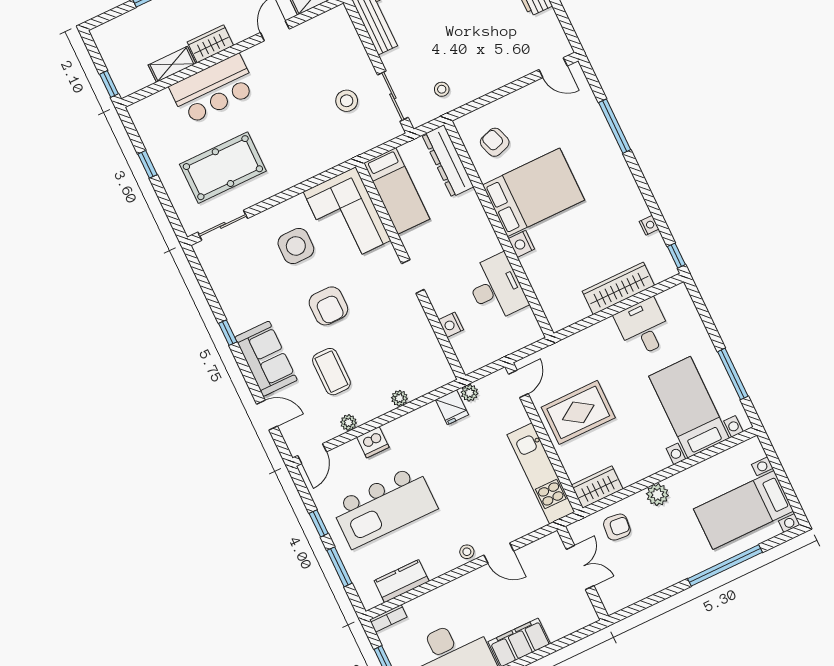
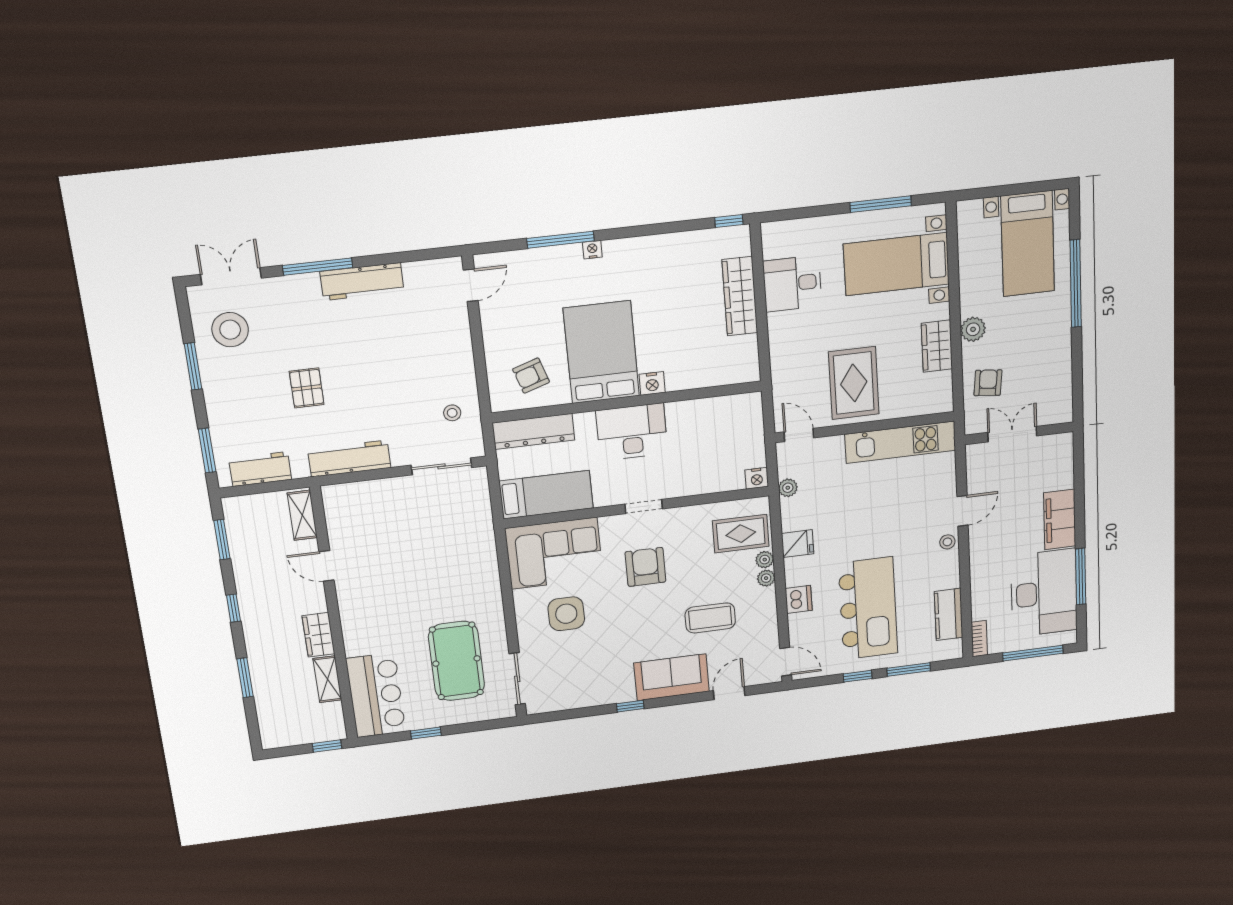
bar counter: (213, 89) -> (376, 695), moved
stool: (347, 101) -> (429, 516), removed
nightstand: (649, 225) -> (592, 250), moved
desk: (496, 288) -> (632, 432), moved
armchair: (328, 306) -> (645, 567), moved, turned -90
nightstand: (451, 325) -> (757, 478), moved
rug: (416, 368) -> (741, 534), added
fridge: (452, 407) -> (798, 544), moved
plant: (348, 423) -> (766, 578), moved
wardrobe: (597, 487) -> (937, 346), moved

